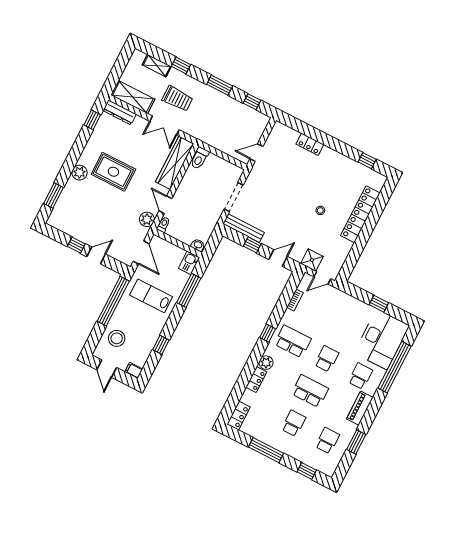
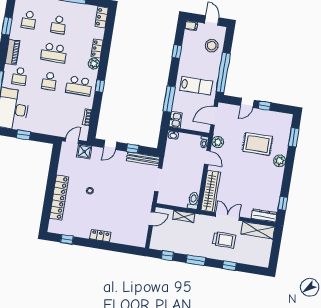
shelving: (157, 66) -> (184, 216), moved
trolley: (177, 99) -> (224, 240), turned 180
locker: (310, 144) -> (100, 236), moved
rug: (113, 172) -> (258, 144), moved
door: (141, 252) -> (214, 116), hinge flipped

